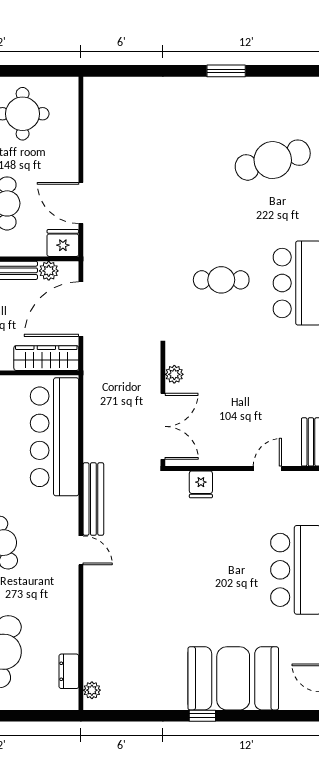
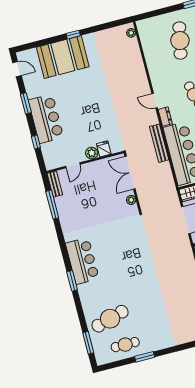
cafe table: (221, 280) -> (125, 345), moved
plant: (226, 483) -> (92, 153), added
bench: (93, 499) -> (159, 143), moved
dresser: (69, 671) -> (165, 117), moved

